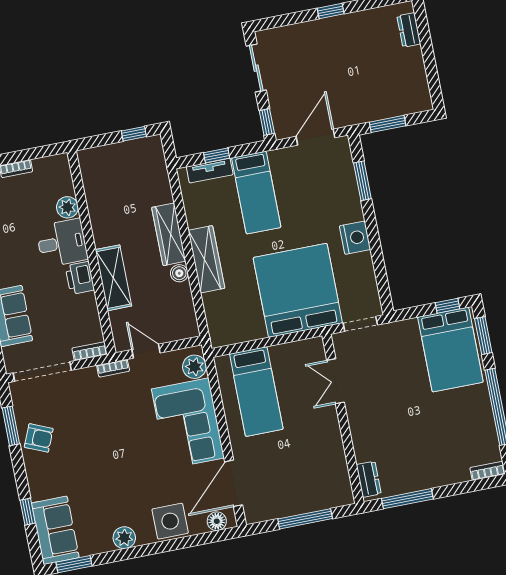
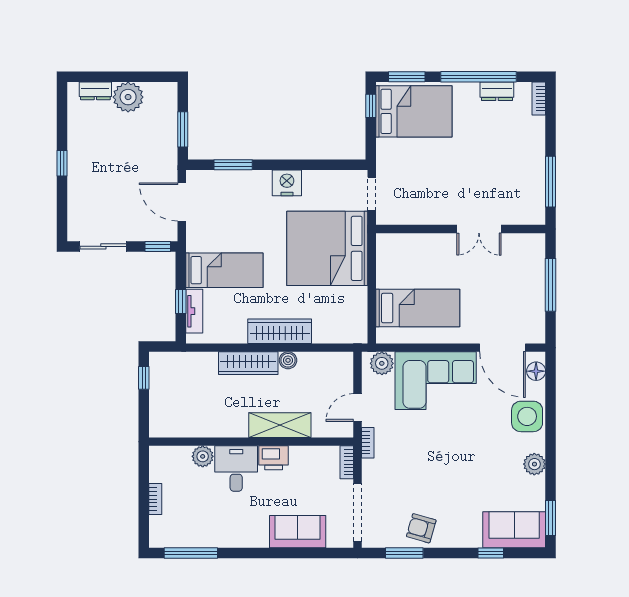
plant: (409, 64) -> (128, 97), added
double door: (336, 381) -> (479, 229), moved
armchair: (39, 438) -> (421, 528), turned -97
dresser: (369, 479) -> (497, 91), moved, turned 180

